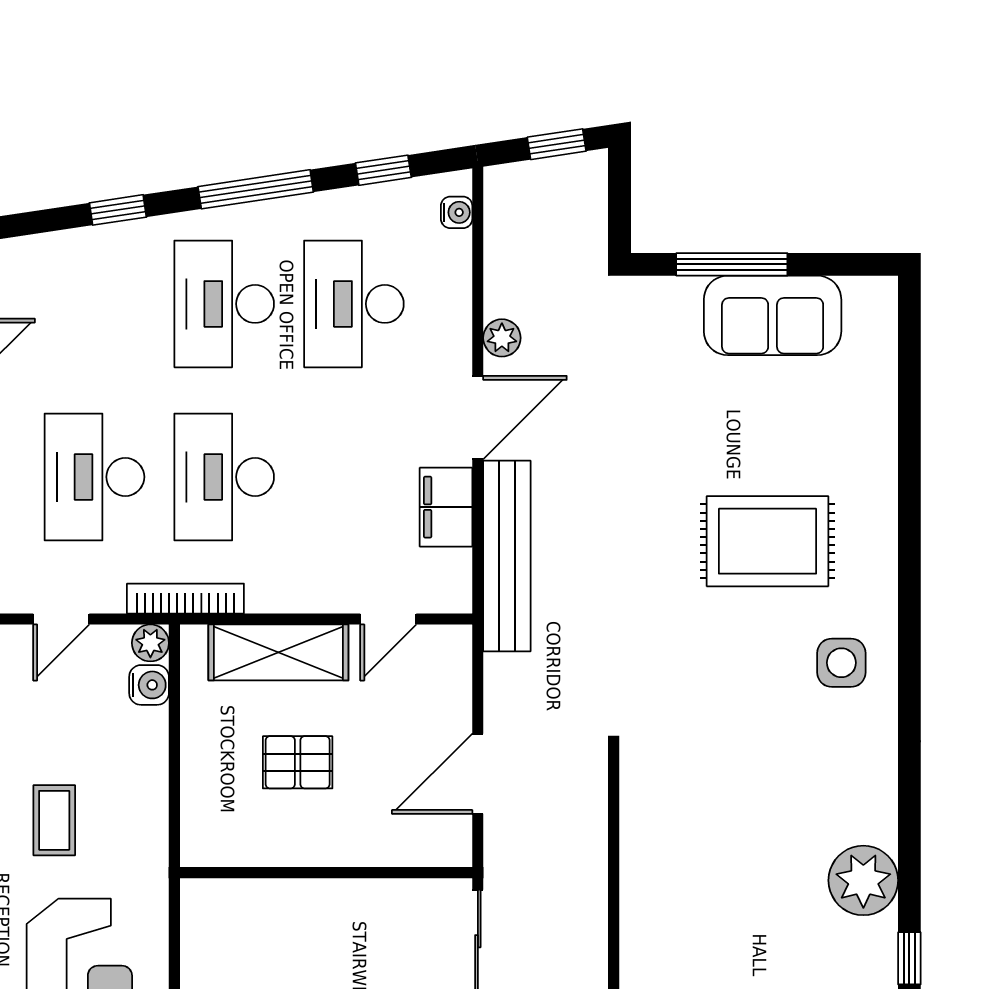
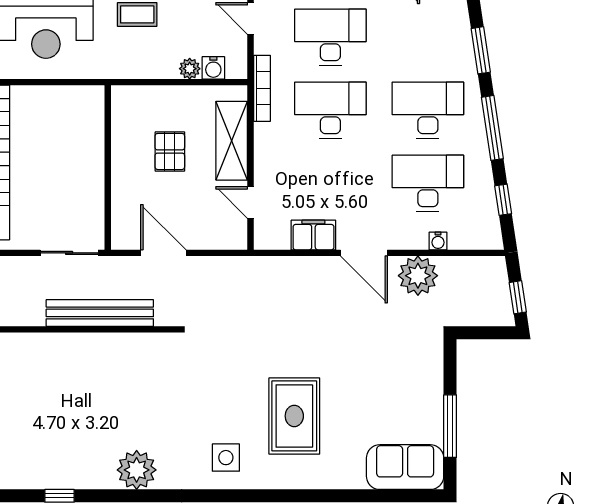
window: (118, 210) -> (481, 50), width x1.50
water cooler: (457, 212) -> (438, 241), moved
window: (732, 264) -> (450, 426), moved
sofa: (773, 315) -> (405, 467), moved, turned 90
plant: (502, 338) -> (418, 276), width x1.88, depth x1.88
bench: (507, 556) -> (100, 313), moved
plant: (150, 643) -> (190, 69), moved
plant: (863, 880) -> (137, 470), moved

